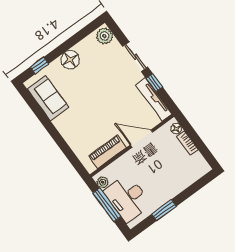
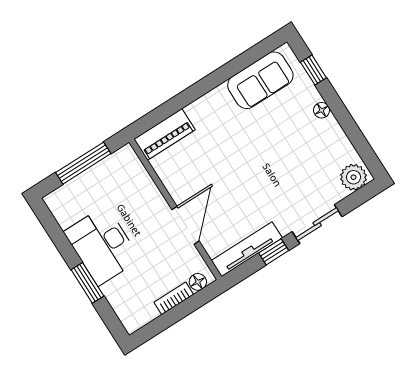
floor lamp: (70, 60) -> (322, 110), width x0.53, depth x0.53
piano: (107, 152) -> (165, 134), moved, turned 90
plant: (103, 182) -> (120, 159), removed
desk: (127, 198) -> (102, 245), moved, turned -90
window: (164, 210) -> (87, 283), moved

